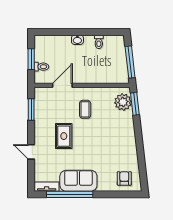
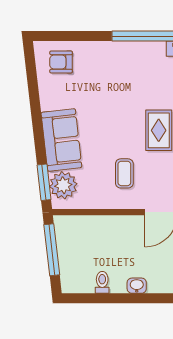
armchair: (124, 178) -> (61, 62), turned 90
sofa: (78, 181) -> (61, 140), moved, turned -97

